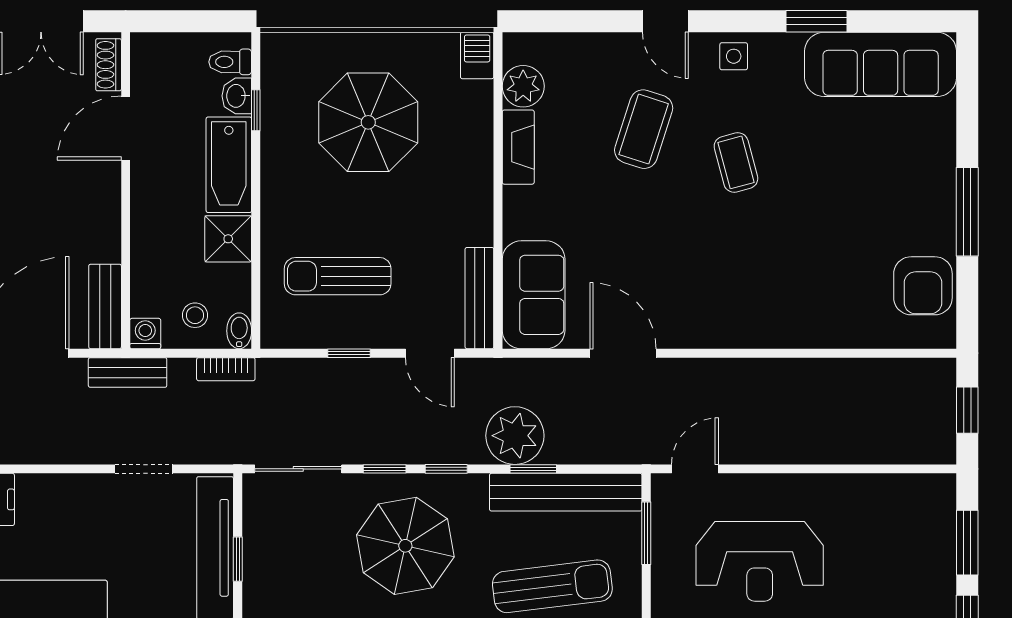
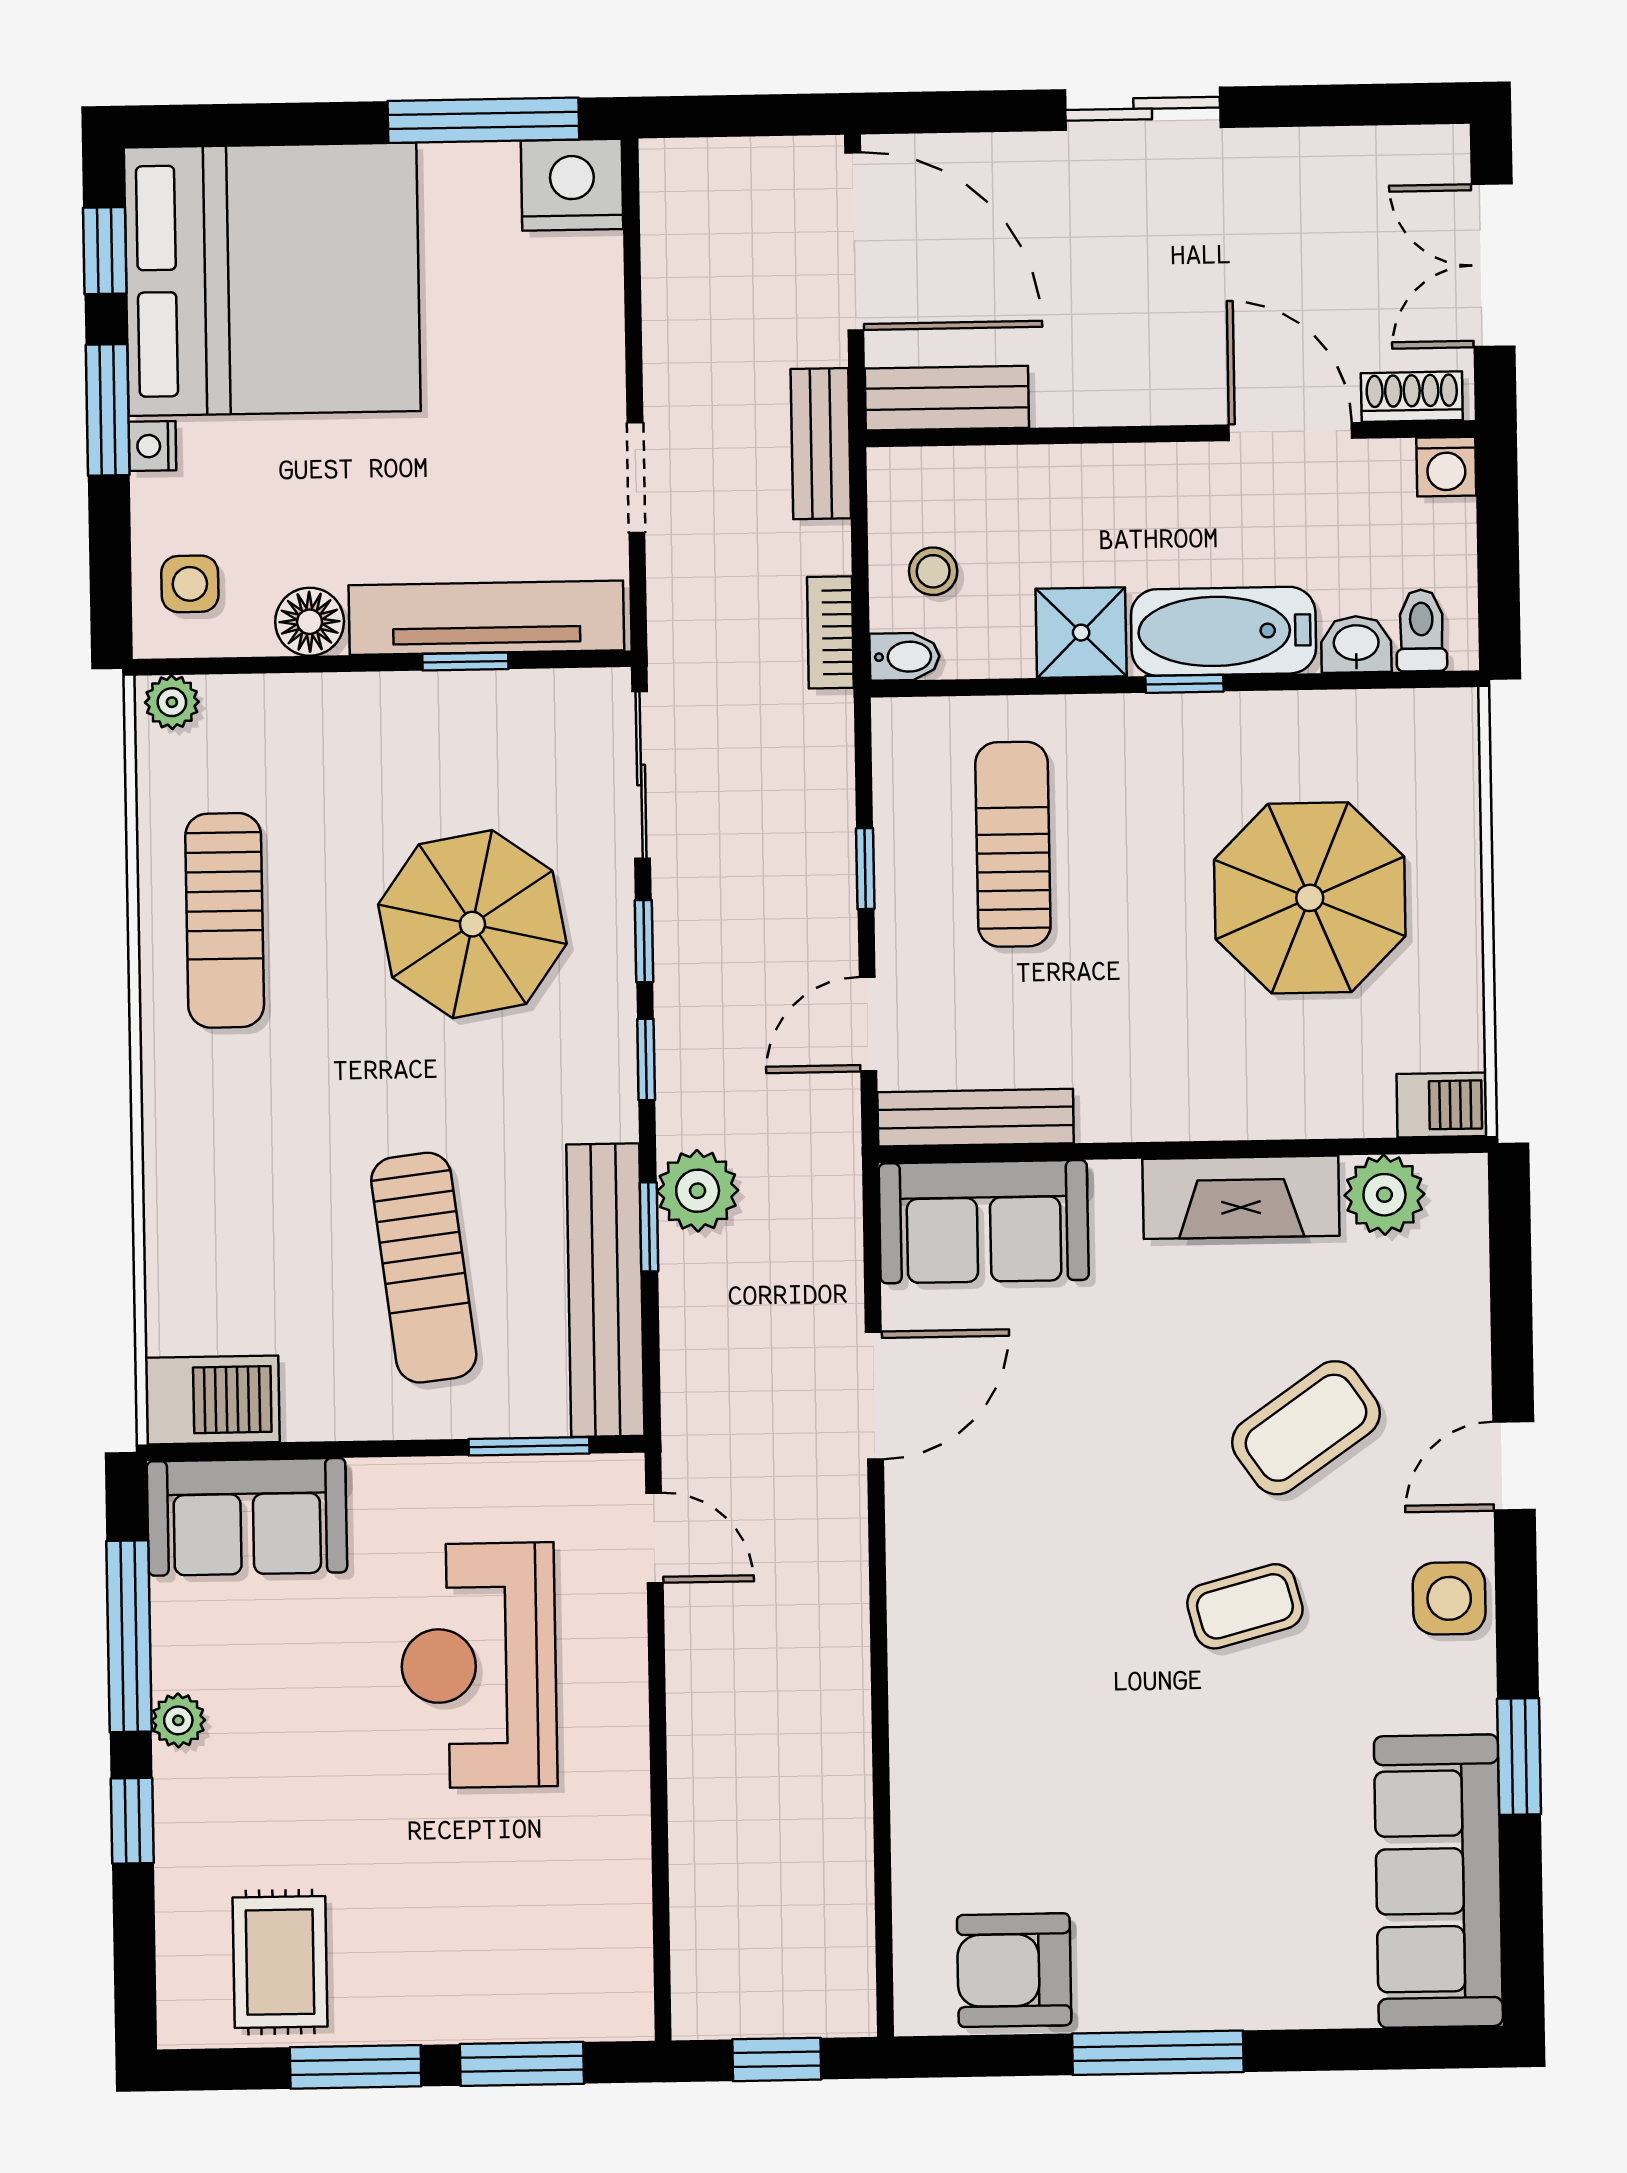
side table: (734, 56) -> (1449, 1598), width x1.37, depth x1.37
window: (256, 110) -> (1184, 684), moved
coffee table: (644, 129) -> (1306, 1428), turned -53
fireplace: (518, 147) -> (1241, 1197), width x1.37, depth x1.32
washing machine: (145, 334) -> (1446, 467), moved, turned 90
plant: (515, 436) -> (698, 1191), width x0.73, depth x0.73
parasol: (405, 546) -> (472, 924), moved

